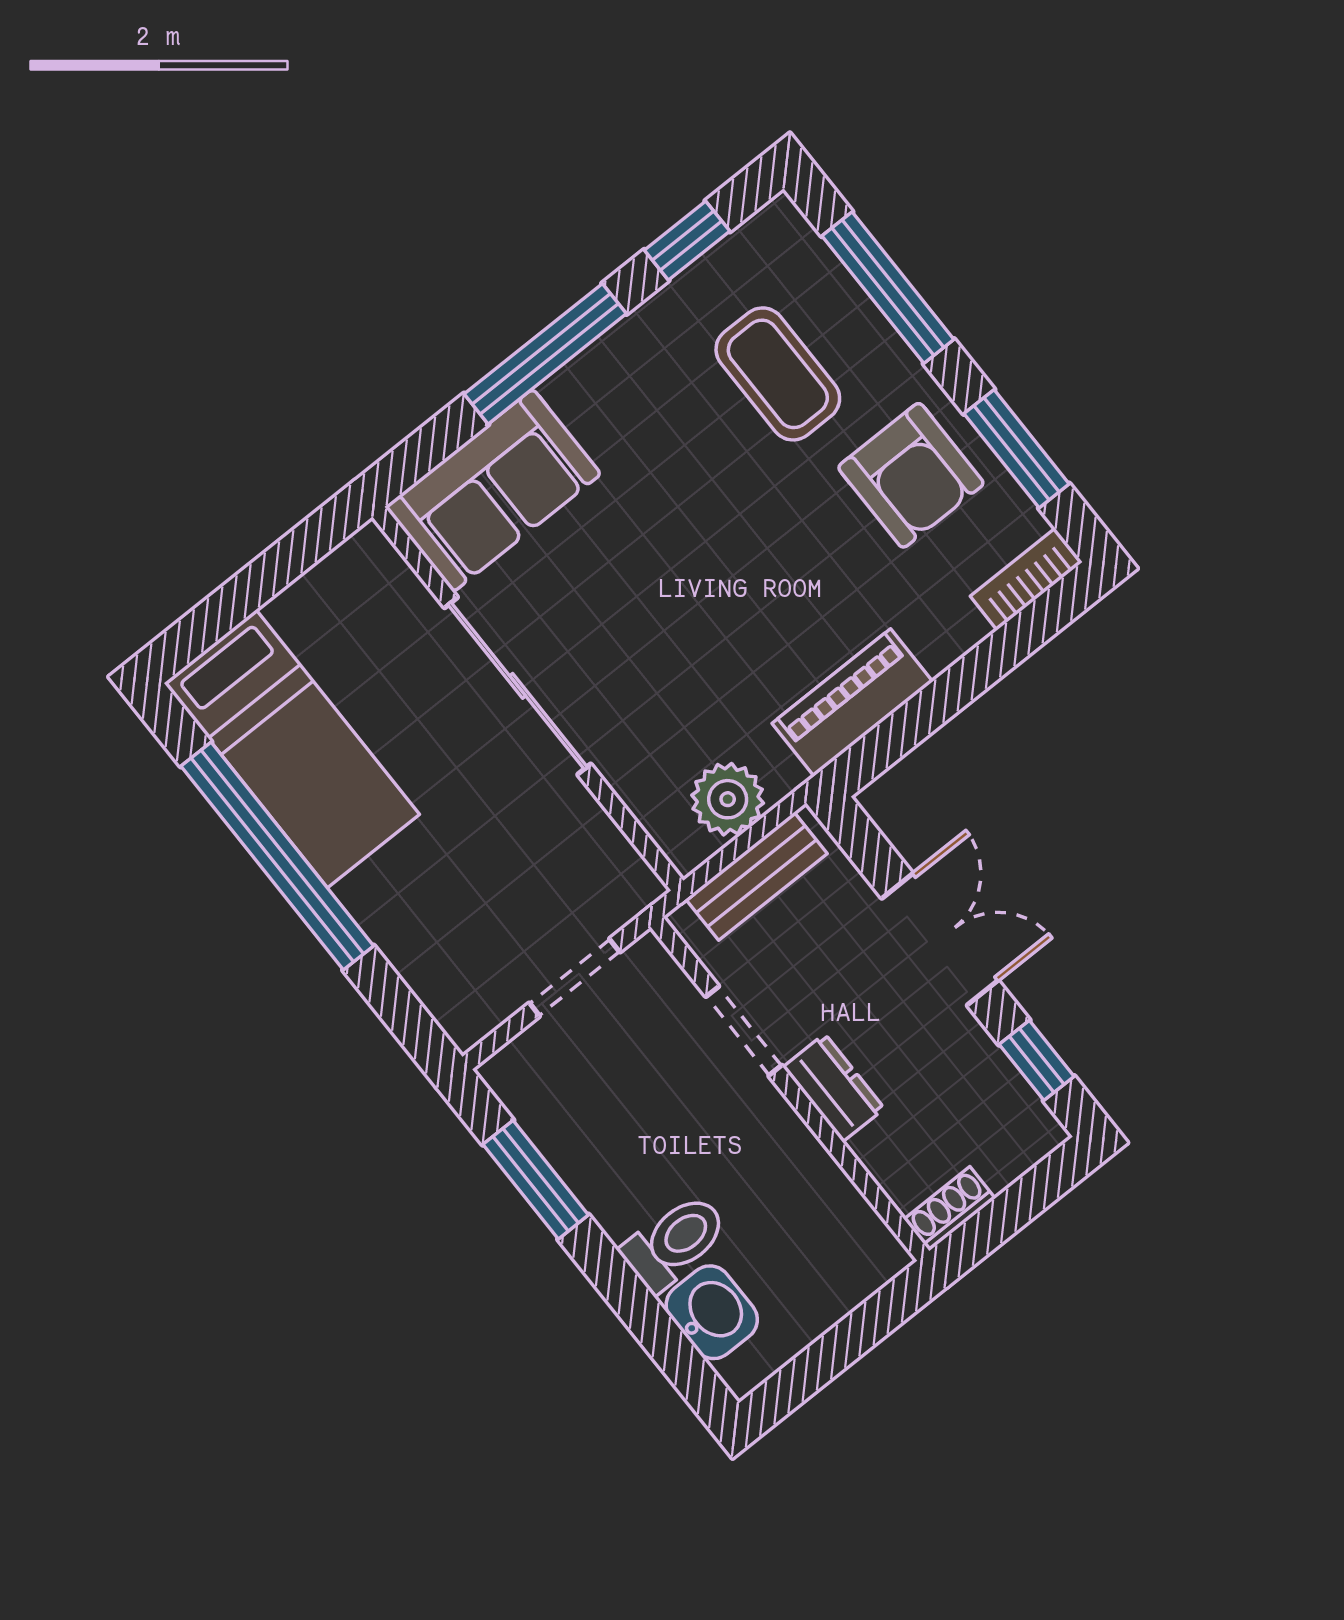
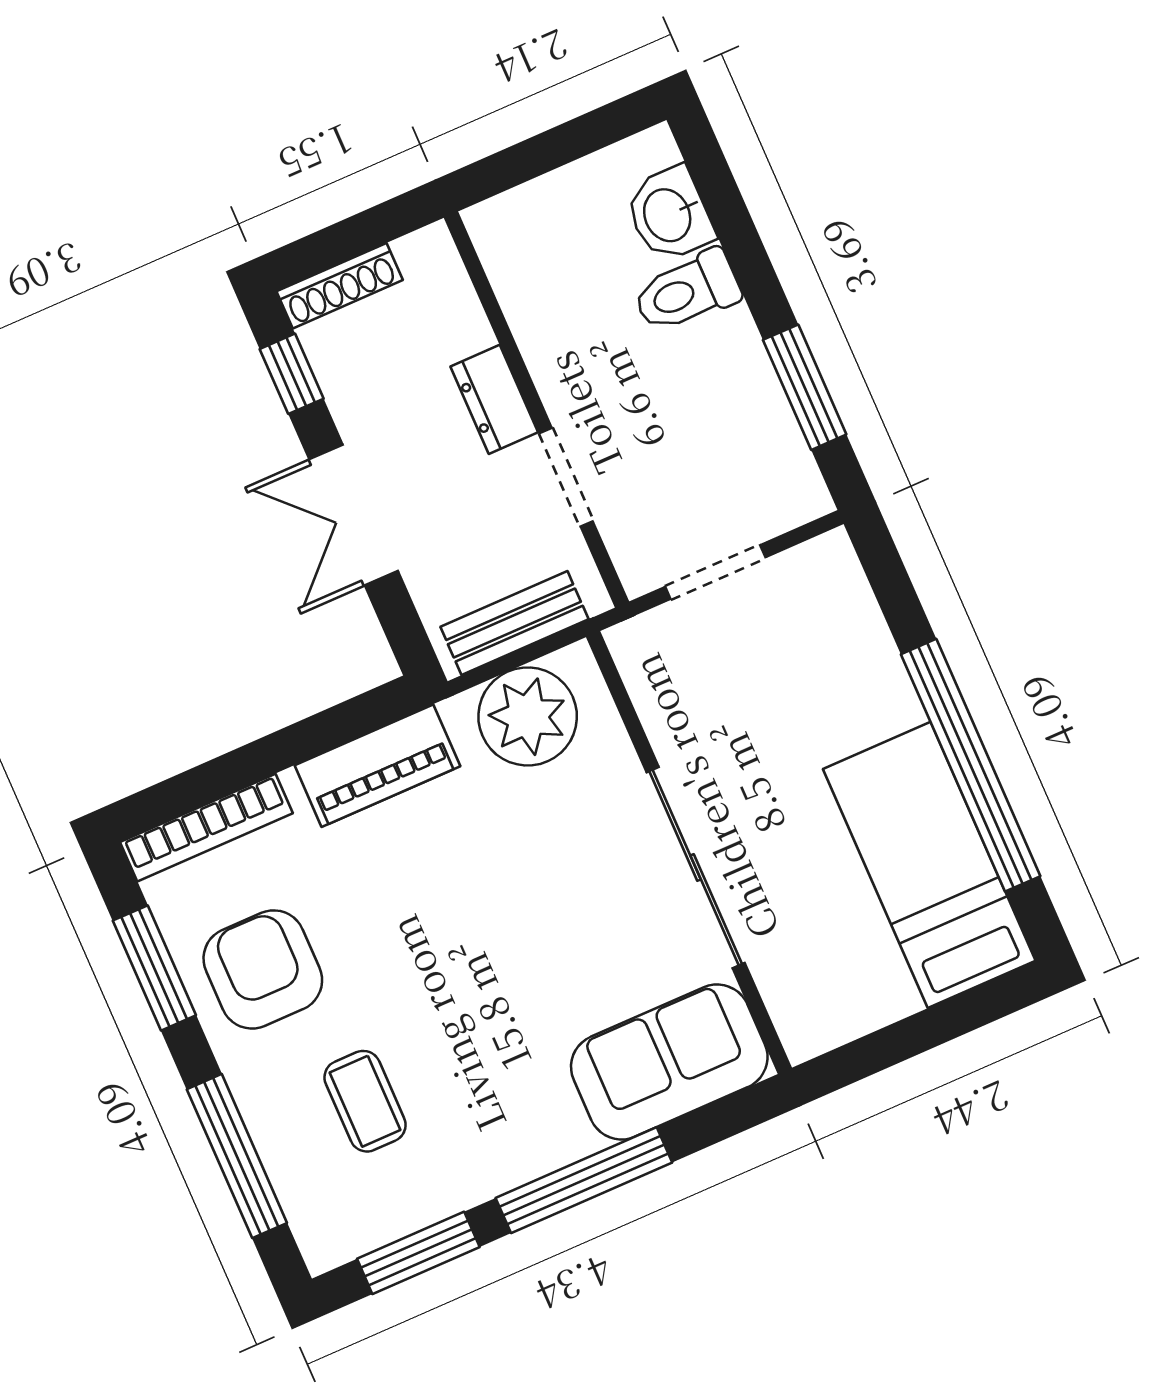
window: (687, 241) -> (418, 1253), width x1.50
coffee table: (778, 374) -> (365, 1101), width x0.73, depth x0.77
bookcase: (1026, 579) -> (206, 828), width x1.56
plant: (728, 799) -> (528, 716), width x1.36, depth x1.36
shoe rack: (950, 1209) -> (340, 286), moved, width x1.43

